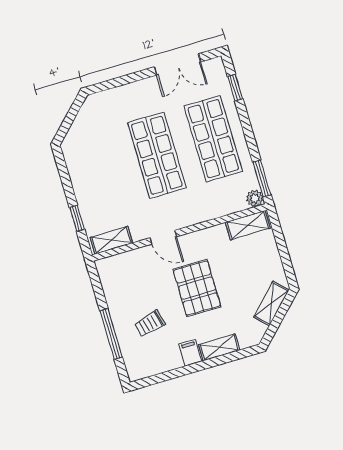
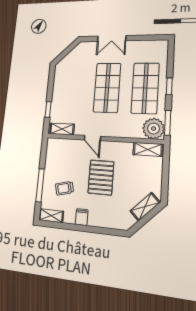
double door: (177, 64) -> (112, 38), moved
window: (235, 88) -> (169, 86), moved
plant: (255, 198) -> (154, 129), width x1.87, depth x1.87
shelving: (219, 347) -> (51, 216), moved

